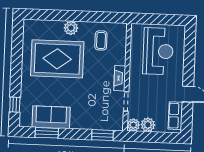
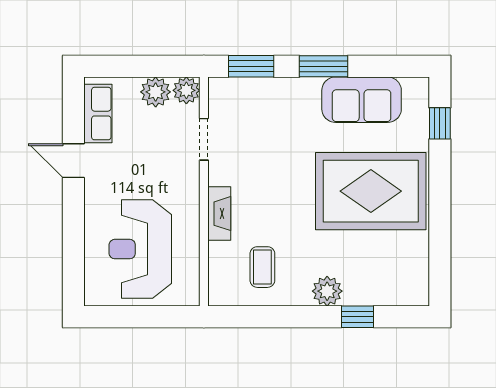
window: (57, 15) -> (358, 317), added
rug: (57, 59) -> (371, 191), moved
fireplace: (120, 78) -> (219, 214), moved
window: (47, 133) -> (323, 66), moved

